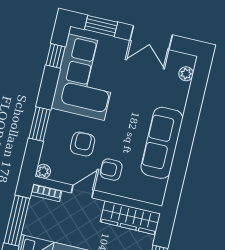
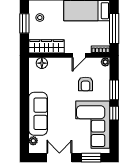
window: (56, 56) -> (114, 113), moved
sofa: (162, 143) -> (38, 114), moved
armchair: (111, 170) -> (65, 73), removed
floor lamp: (144, 193) -> (42, 63), added

